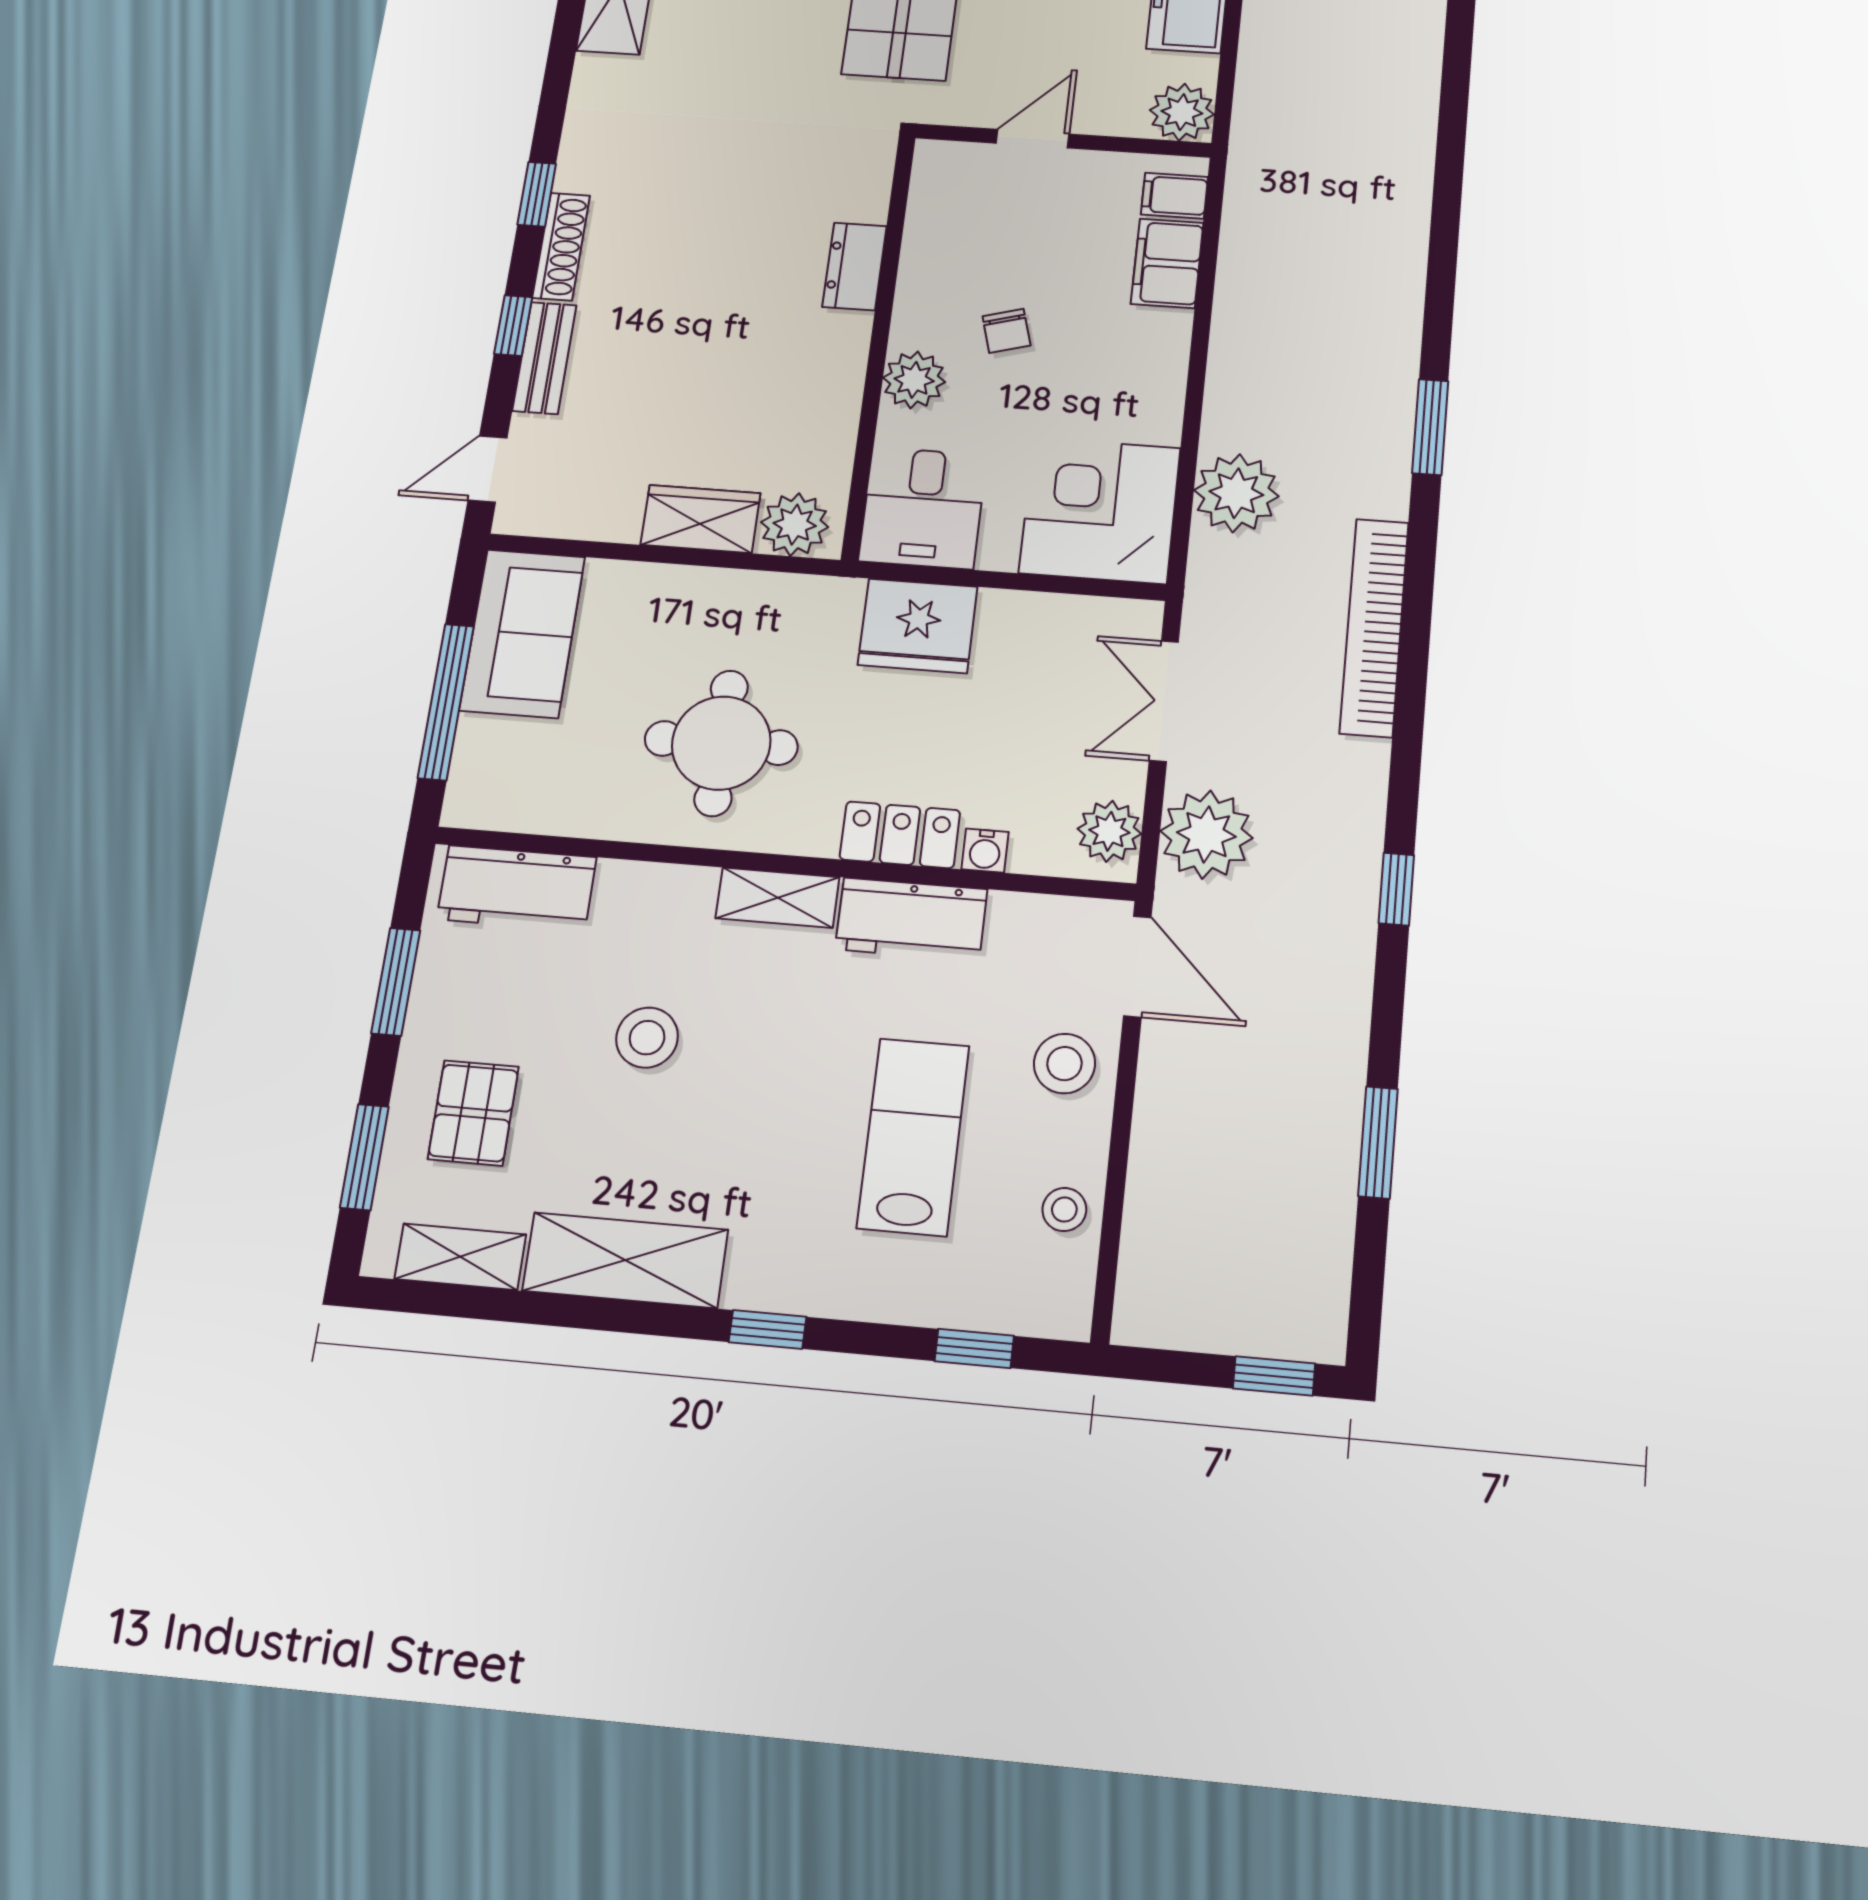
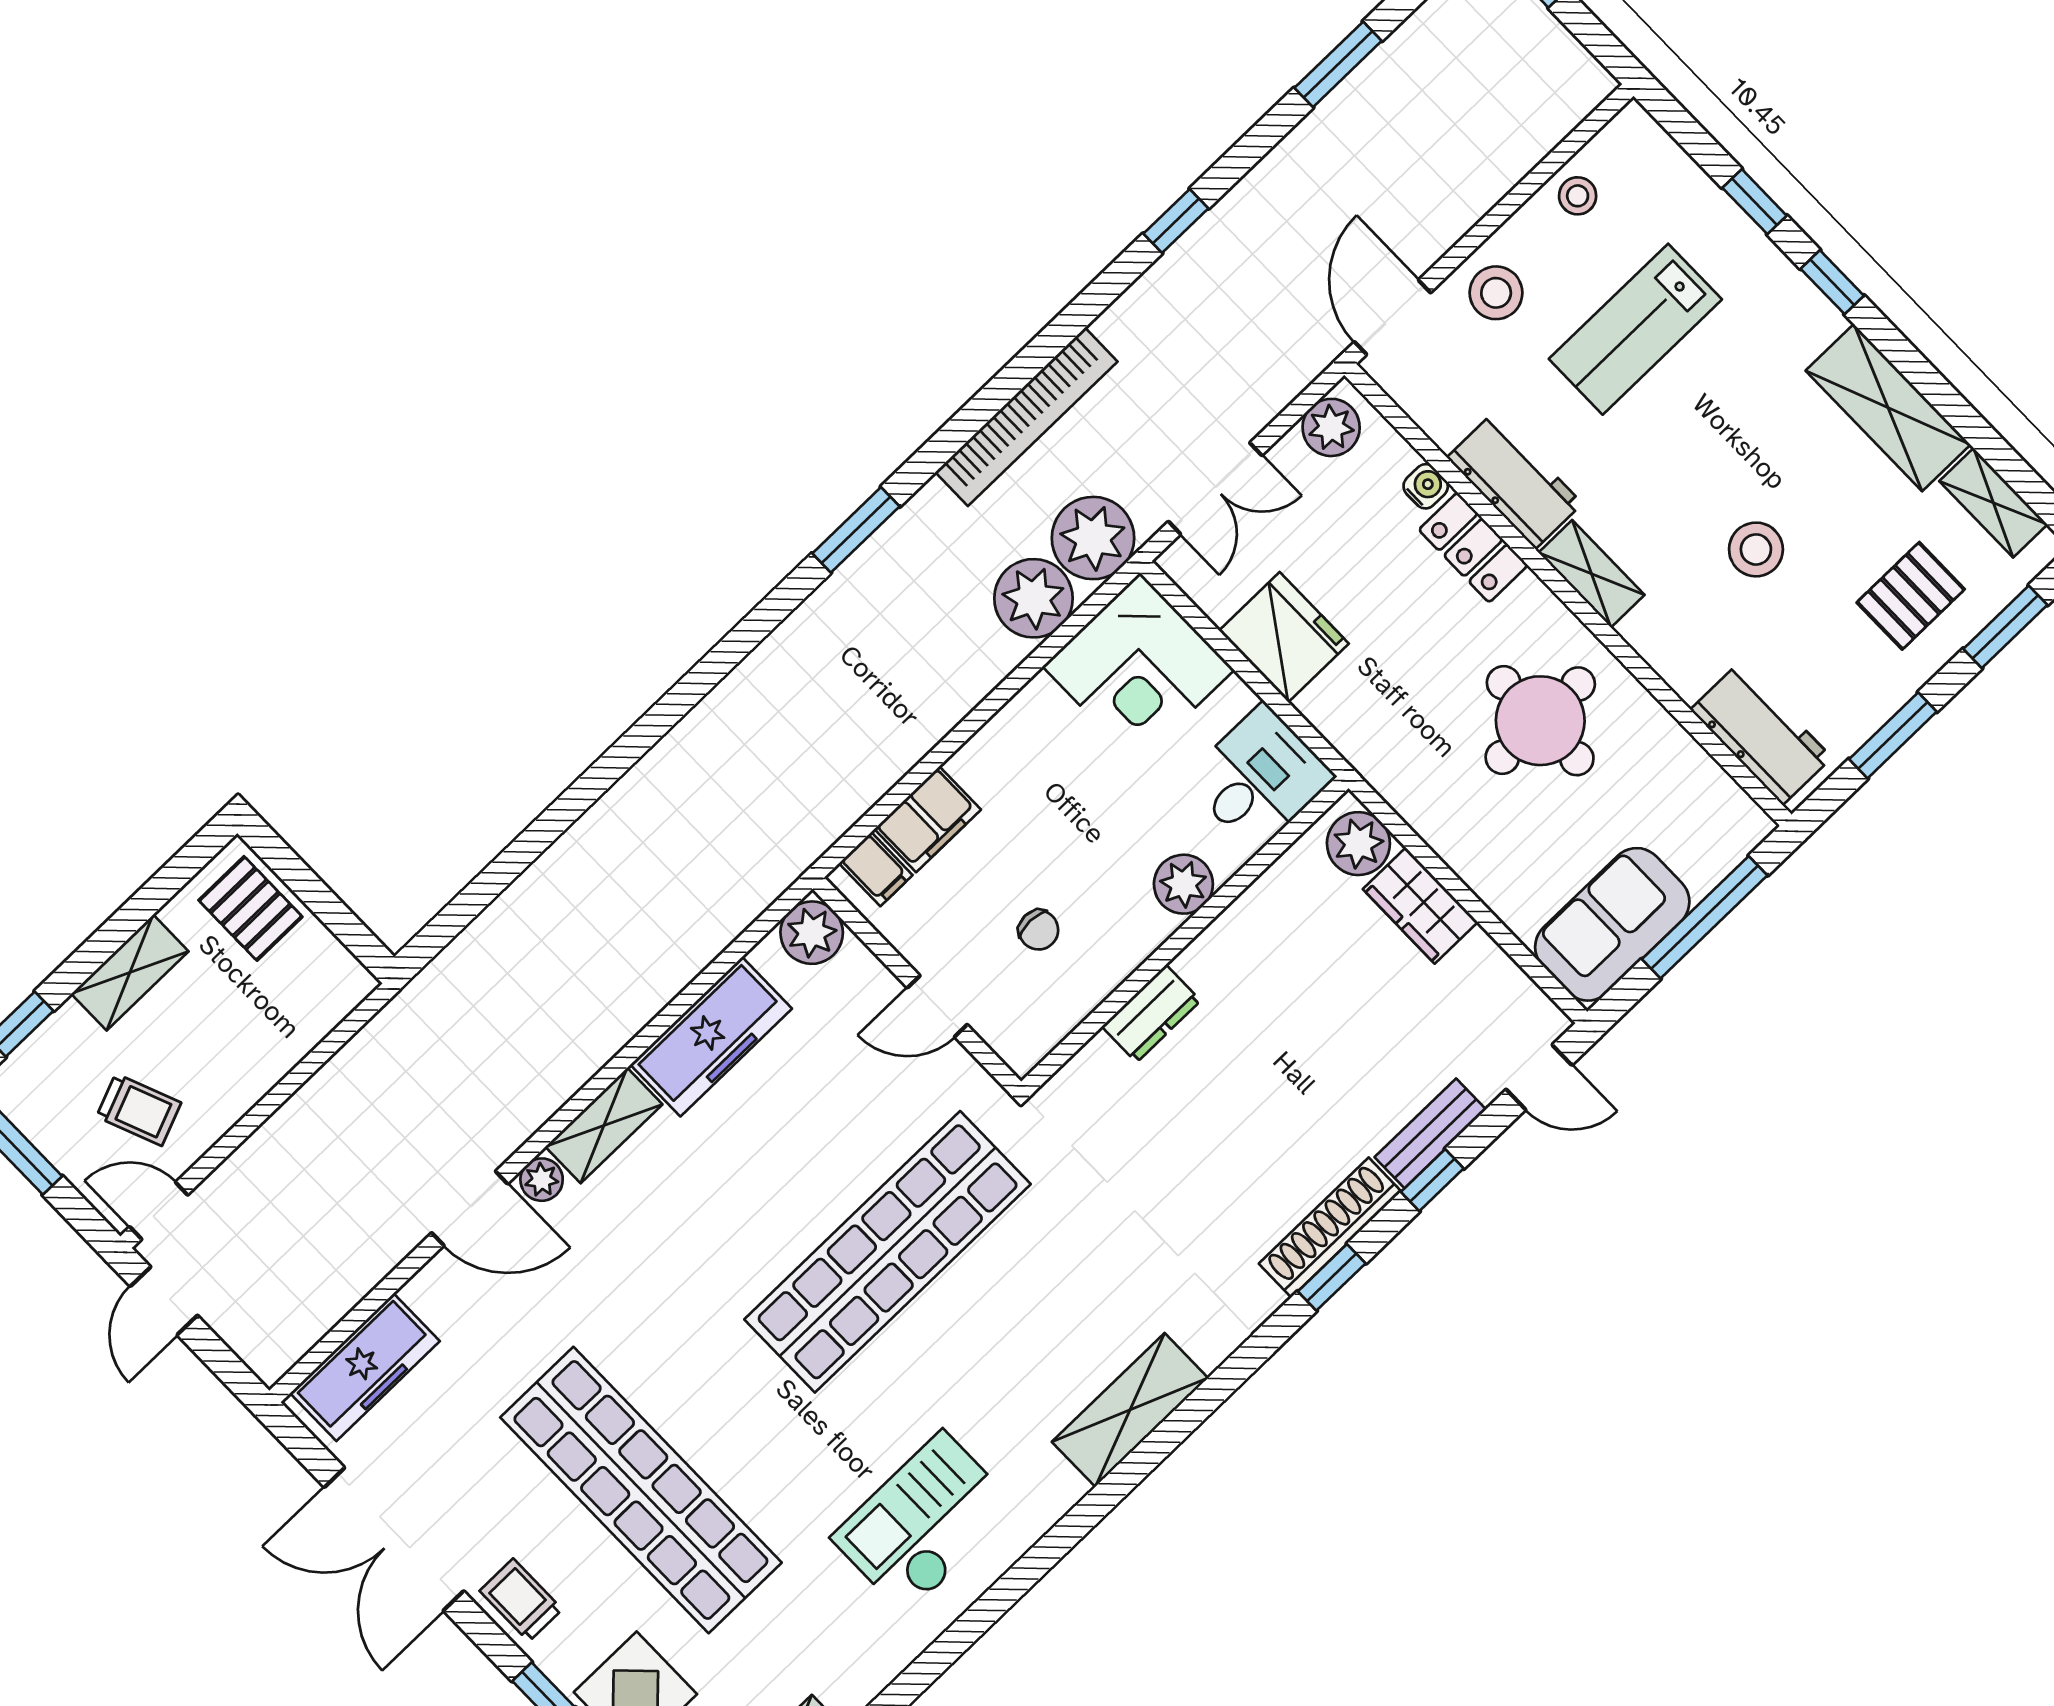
shoe rack: (561, 247) -> (1330, 1227), width x1.36, depth x1.24
chair: (1006, 331) -> (1039, 930), moved, turned 106
fridge: (918, 626) -> (1284, 637), moved
plant: (1206, 835) -> (1093, 538), moved
window: (974, 1348) -> (1755, 202), moved

